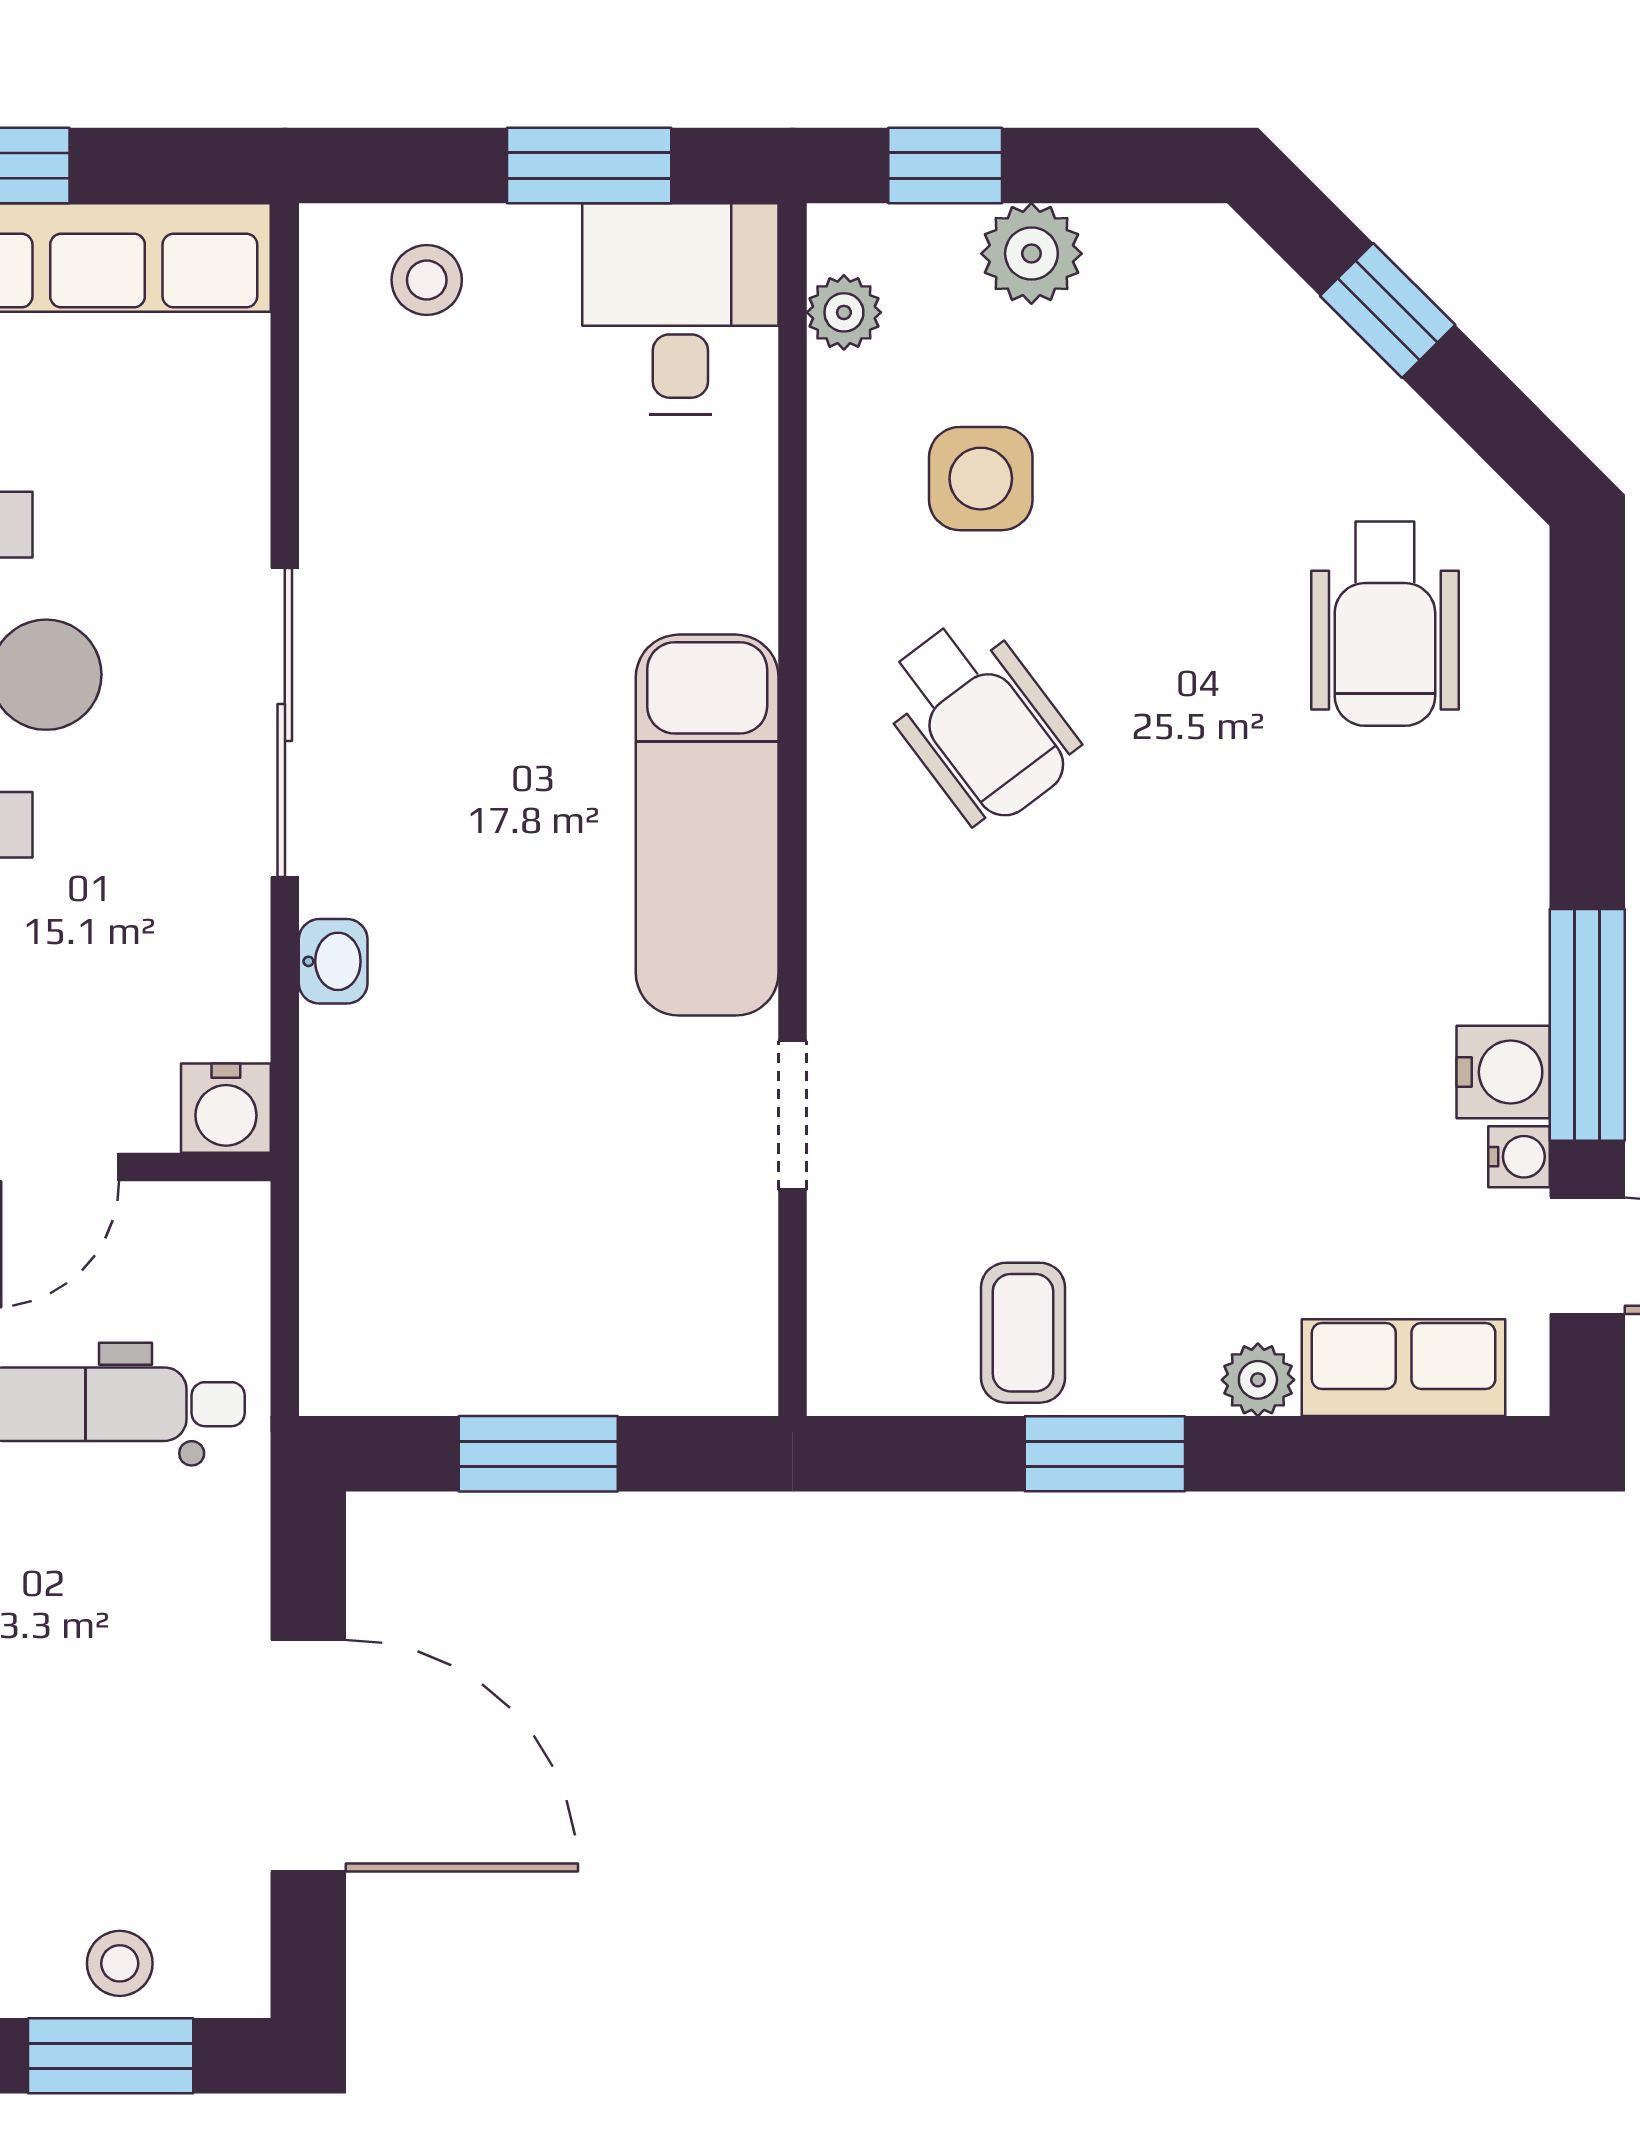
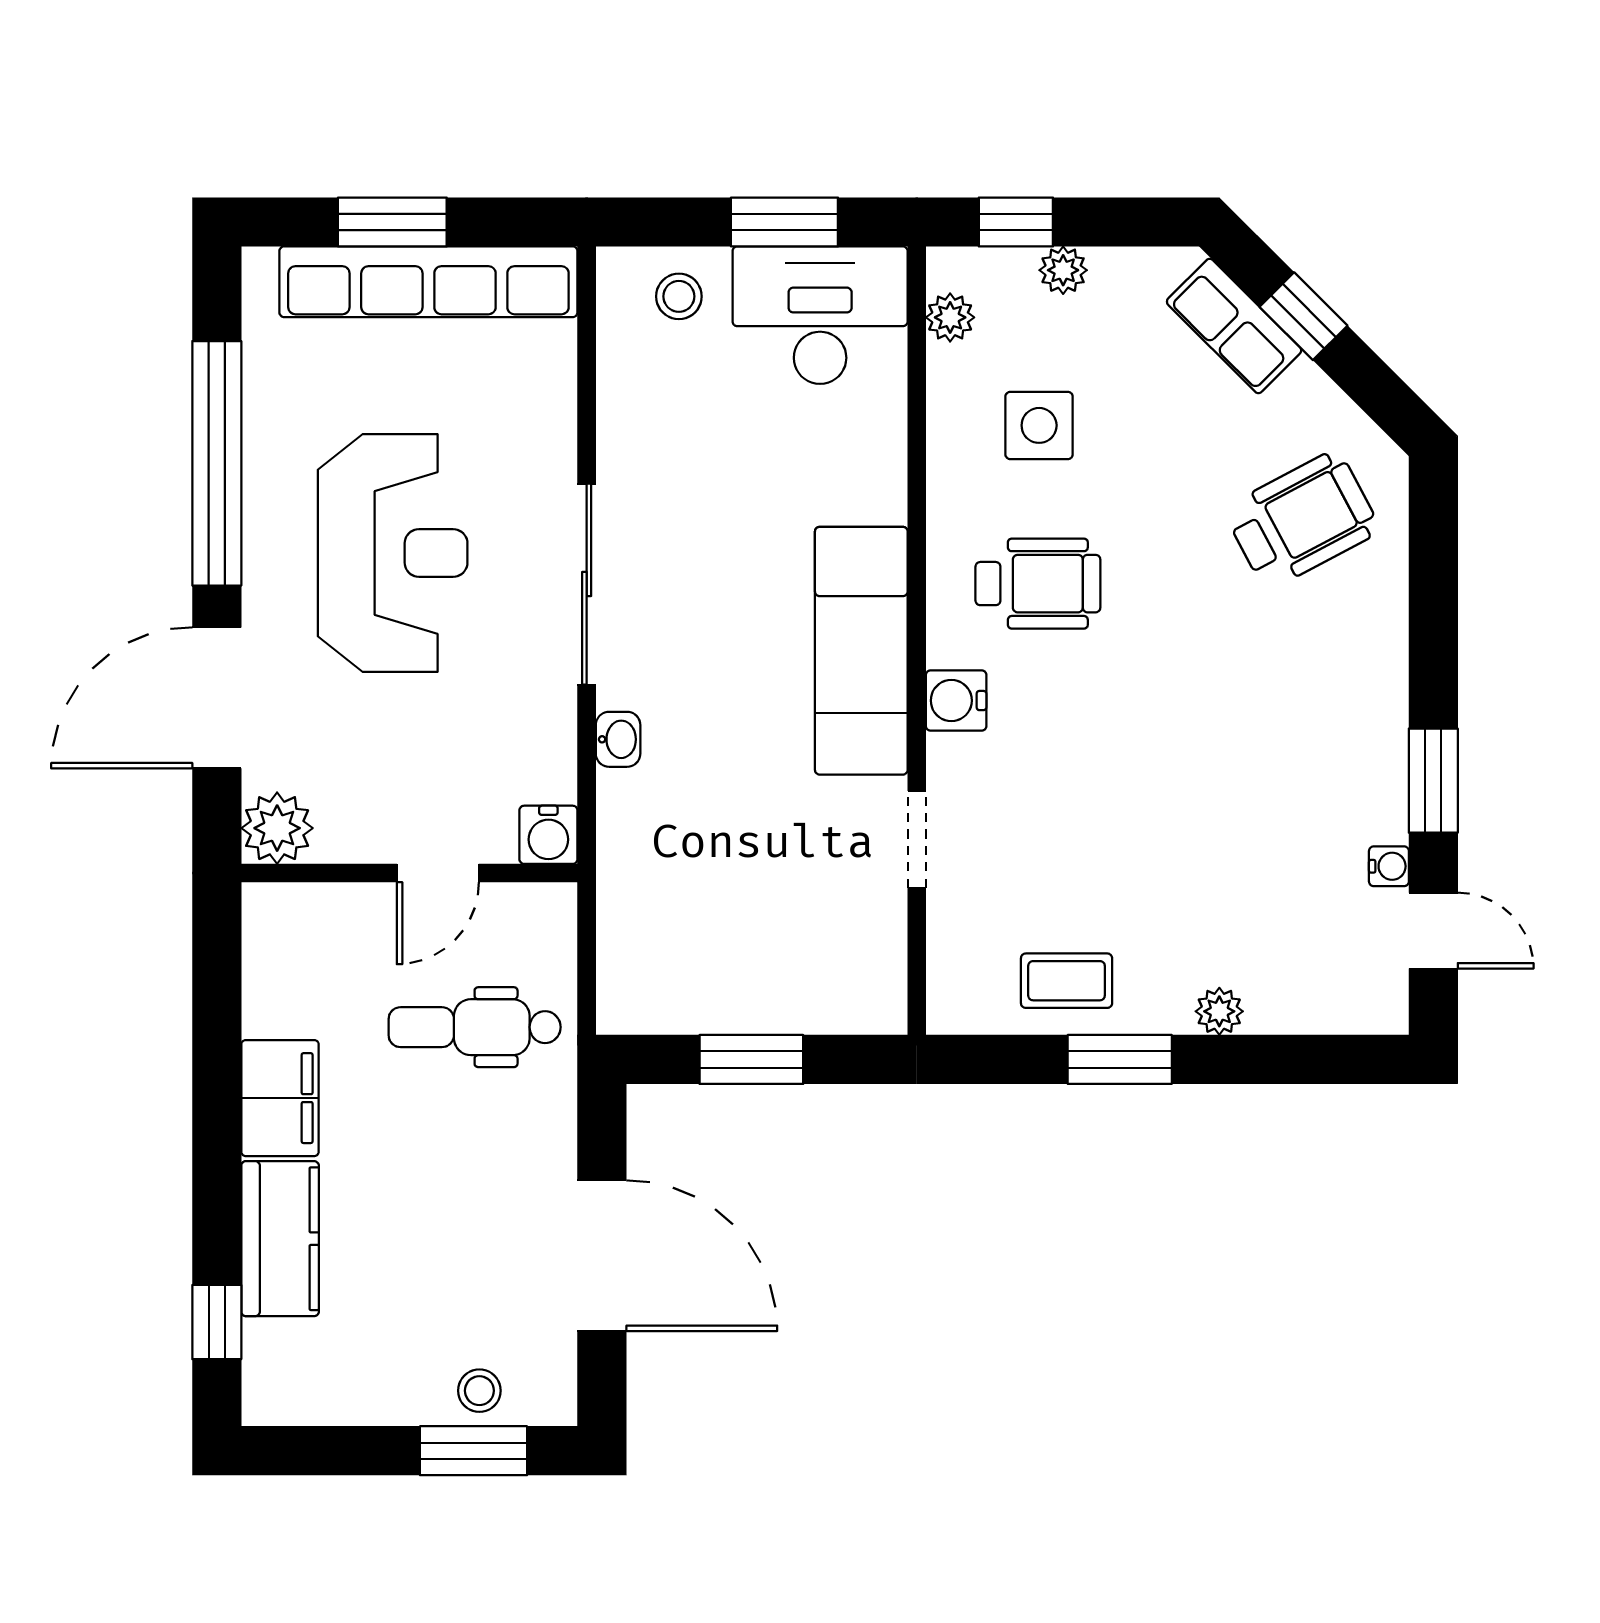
plant: (1031, 254) -> (1063, 270), width x0.73, depth x0.73
desk: (680, 309) -> (820, 315), width x1.37
wheelchair: (1385, 624) -> (1302, 520), turned -118
wheelchair: (979, 722) -> (1038, 584), turned -53
window: (1587, 1025) -> (1433, 781), width x0.69
water cooler: (1503, 1072) -> (956, 701), moved, turned 180
coffee table: (1023, 1333) -> (1067, 981), turned 90
row of seats: (1404, 1368) -> (1234, 326), moved, turned -135

